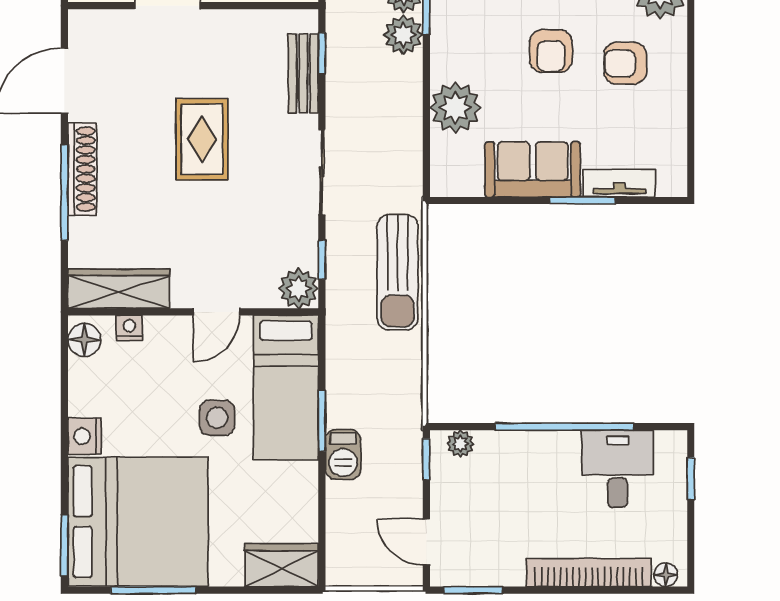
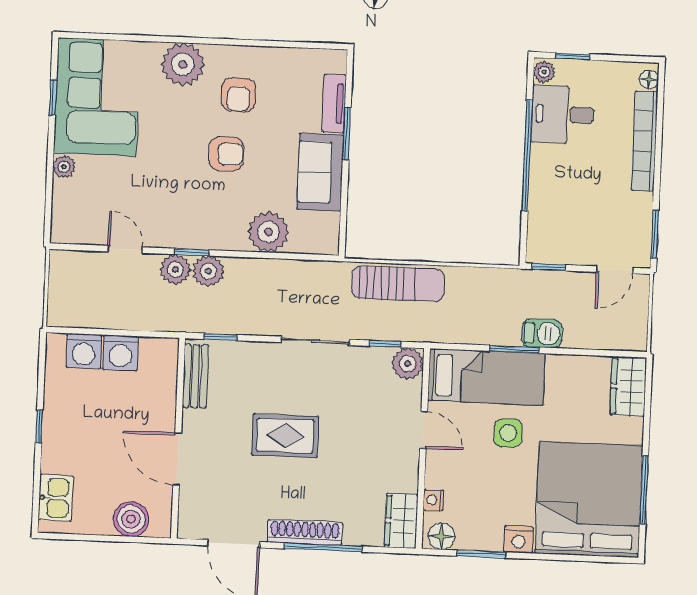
bench: (303, 74) -> (195, 376), moved, turned 90
wardrobe: (119, 289) -> (401, 521), width x0.67
plant: (460, 444) -> (544, 72), moved
window: (64, 545) -> (482, 554), moved

